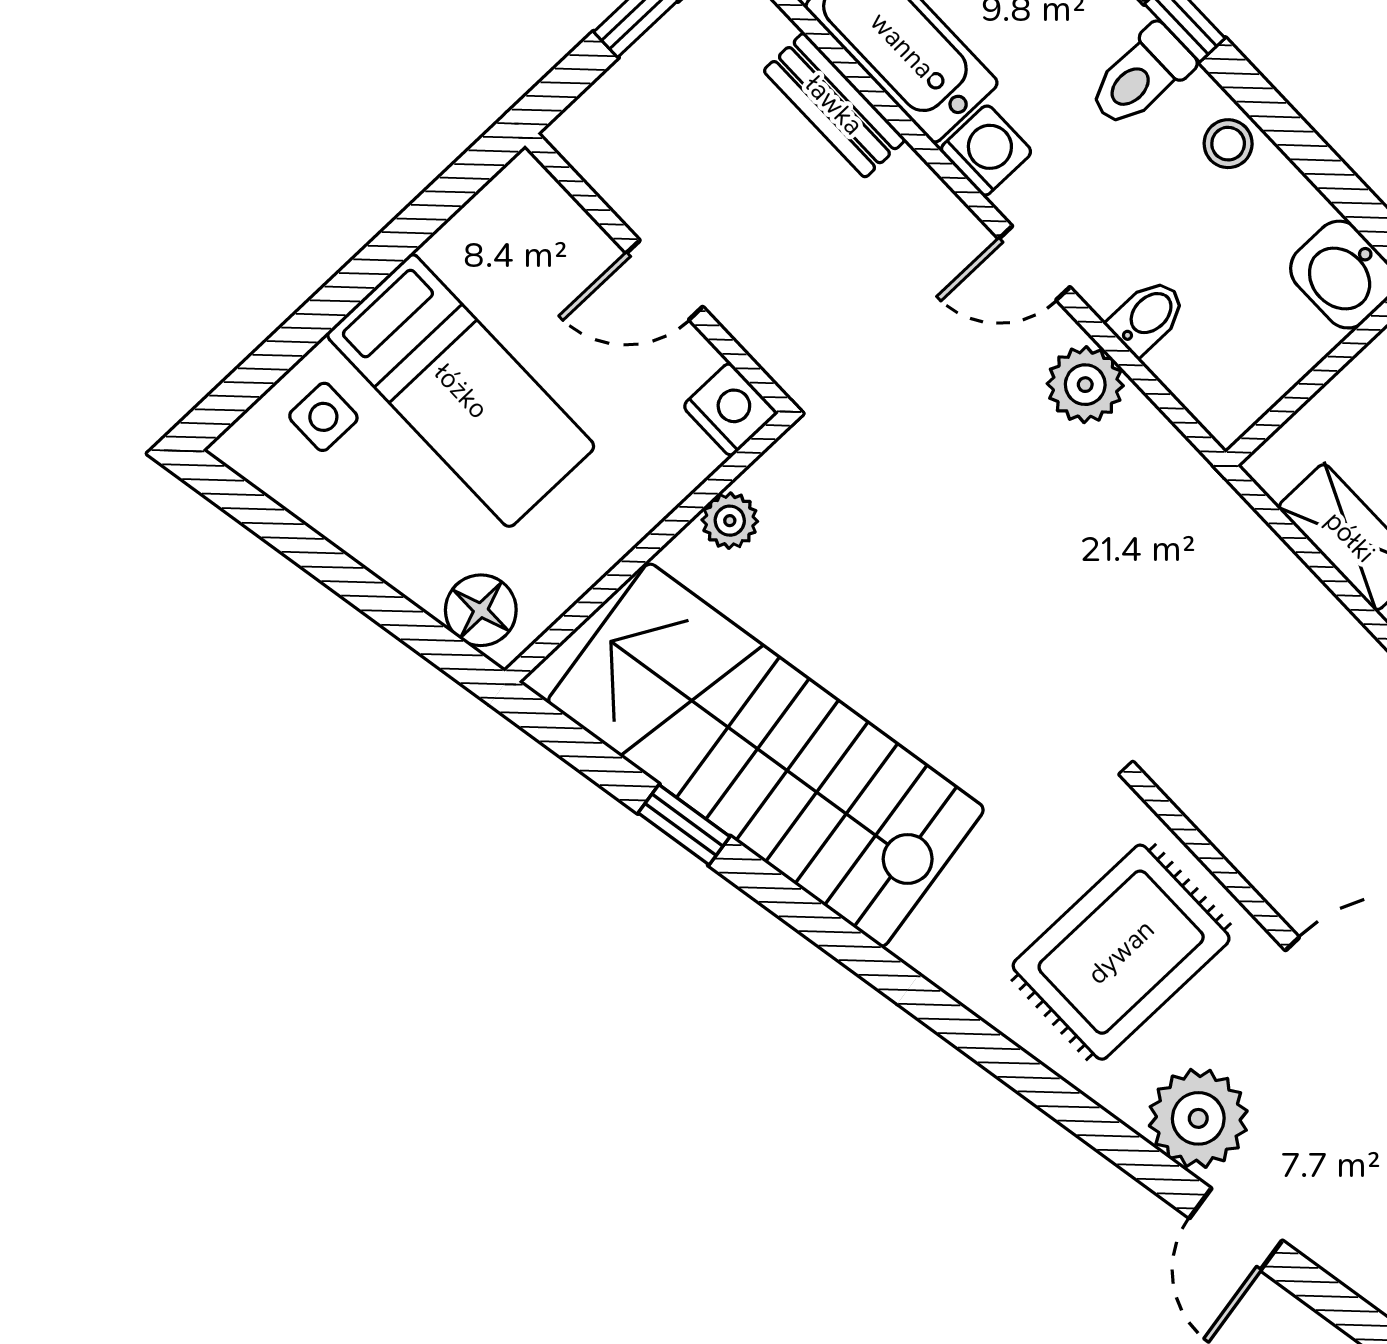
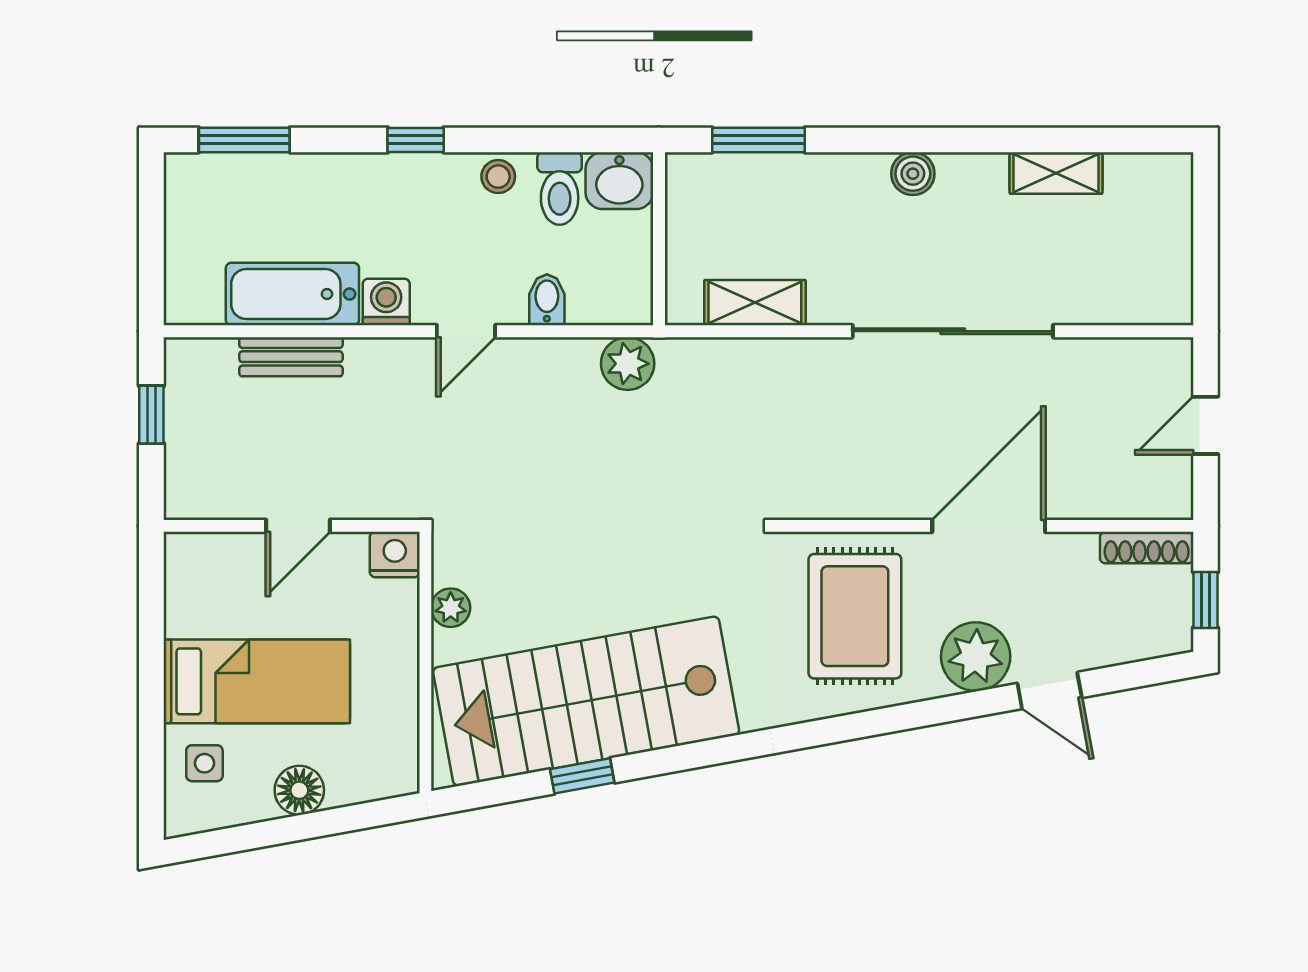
toilet: (1141, 77) -> (560, 189), moved
plant: (1085, 385) -> (628, 364), moved
floor lamp: (481, 610) -> (299, 790), moved

